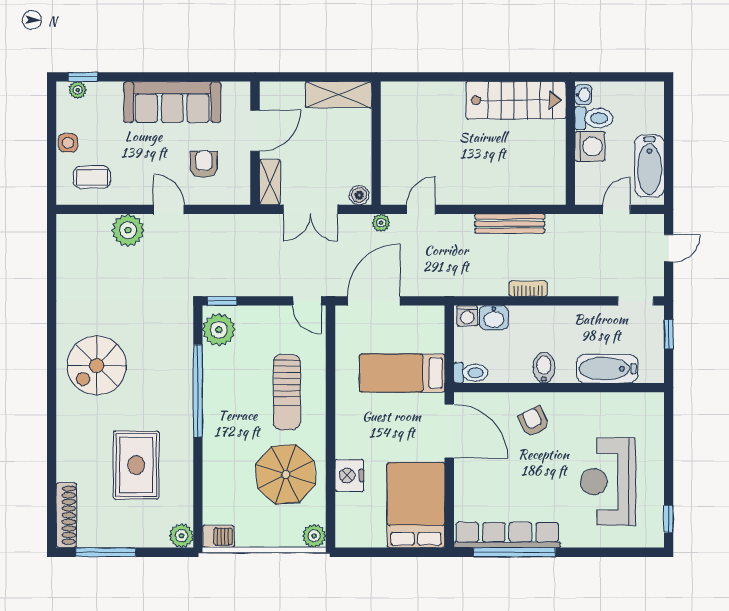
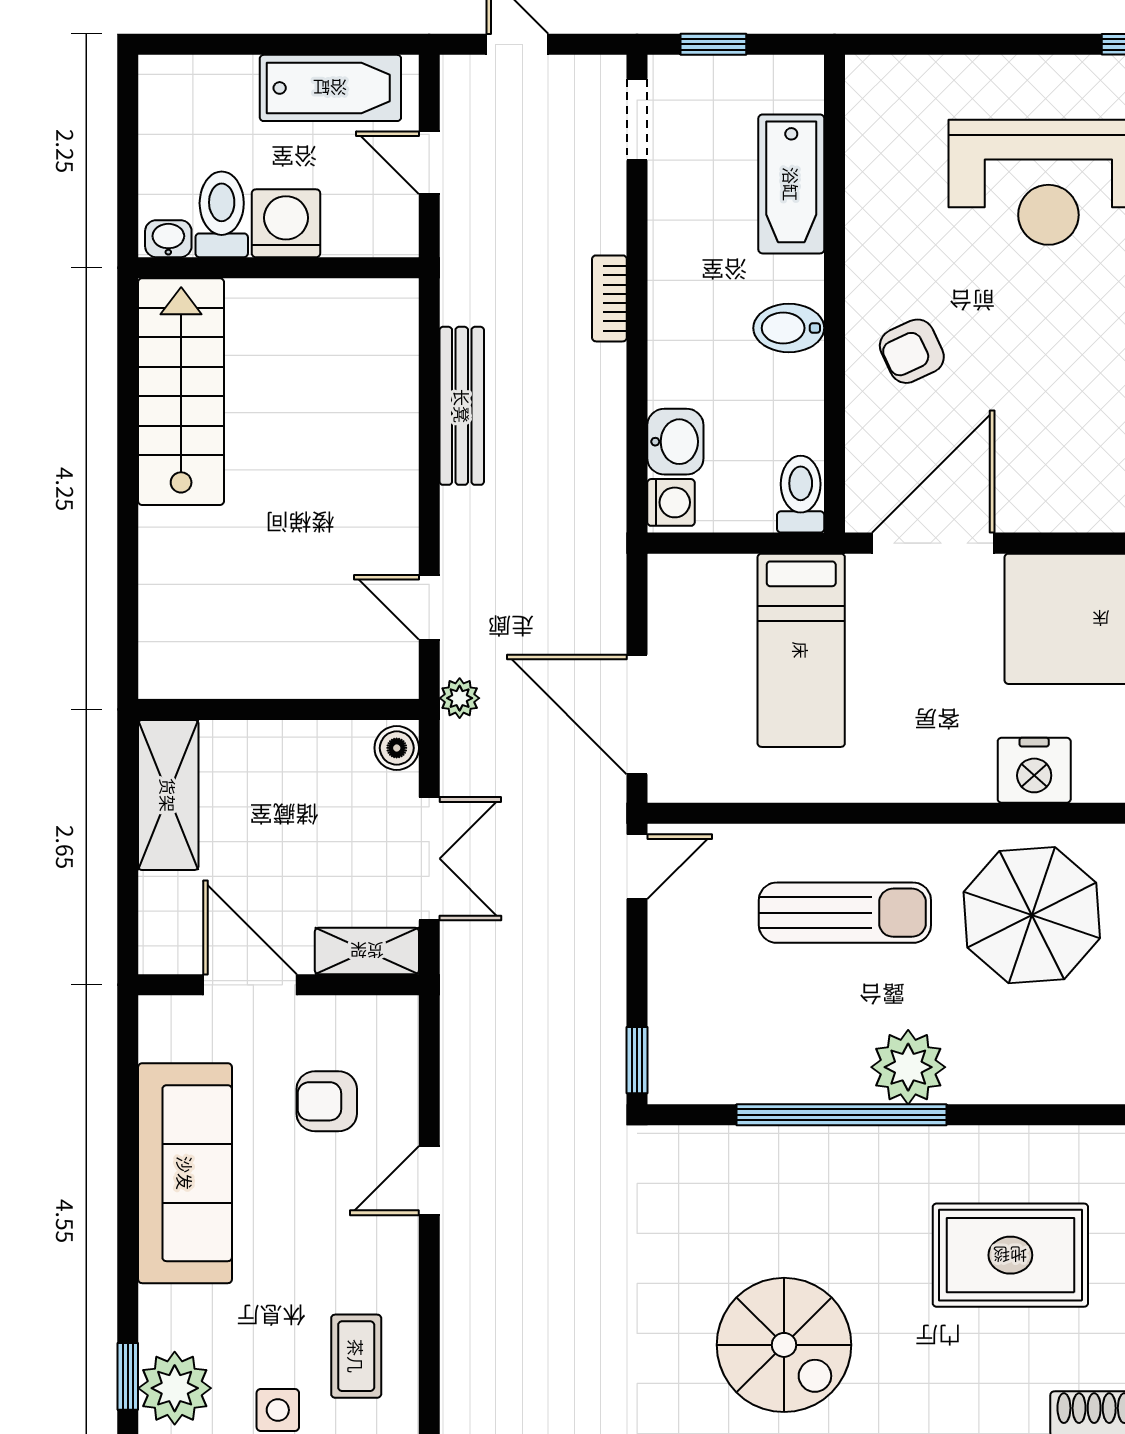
plant: (78, 90) -> (175, 1388), width x1.88, depth x1.88
plant: (128, 230) -> (476, 1274), removed
bookcase: (528, 289) -> (609, 298), moved
plant: (219, 330) -> (908, 1067), moved

